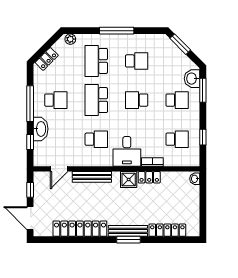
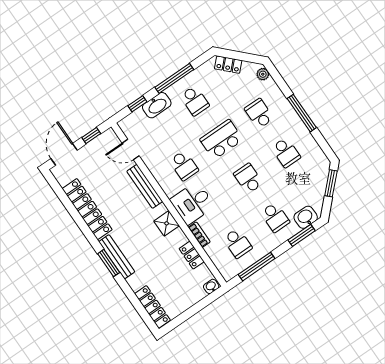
school desk: (96, 61) -> (259, 114), width x0.54
window: (203, 137) -> (257, 267), width x2.17
locker: (149, 177) -> (192, 255), moved
locker: (167, 230) -> (152, 307), moved

